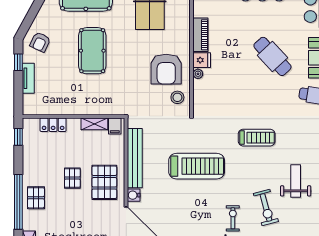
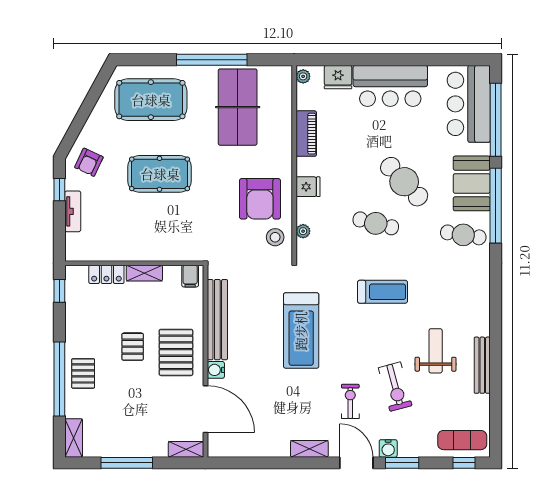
piano: (200, 35) -> (306, 134), moved
pool table: (92, 51) -> (160, 174), turned 90
plant: (198, 74) -> (303, 231), moved
cafe table: (252, 87) -> (376, 223), added
shelving: (94, 124) -> (144, 273), moved
treadmill: (197, 166) -> (301, 331), turned 90

